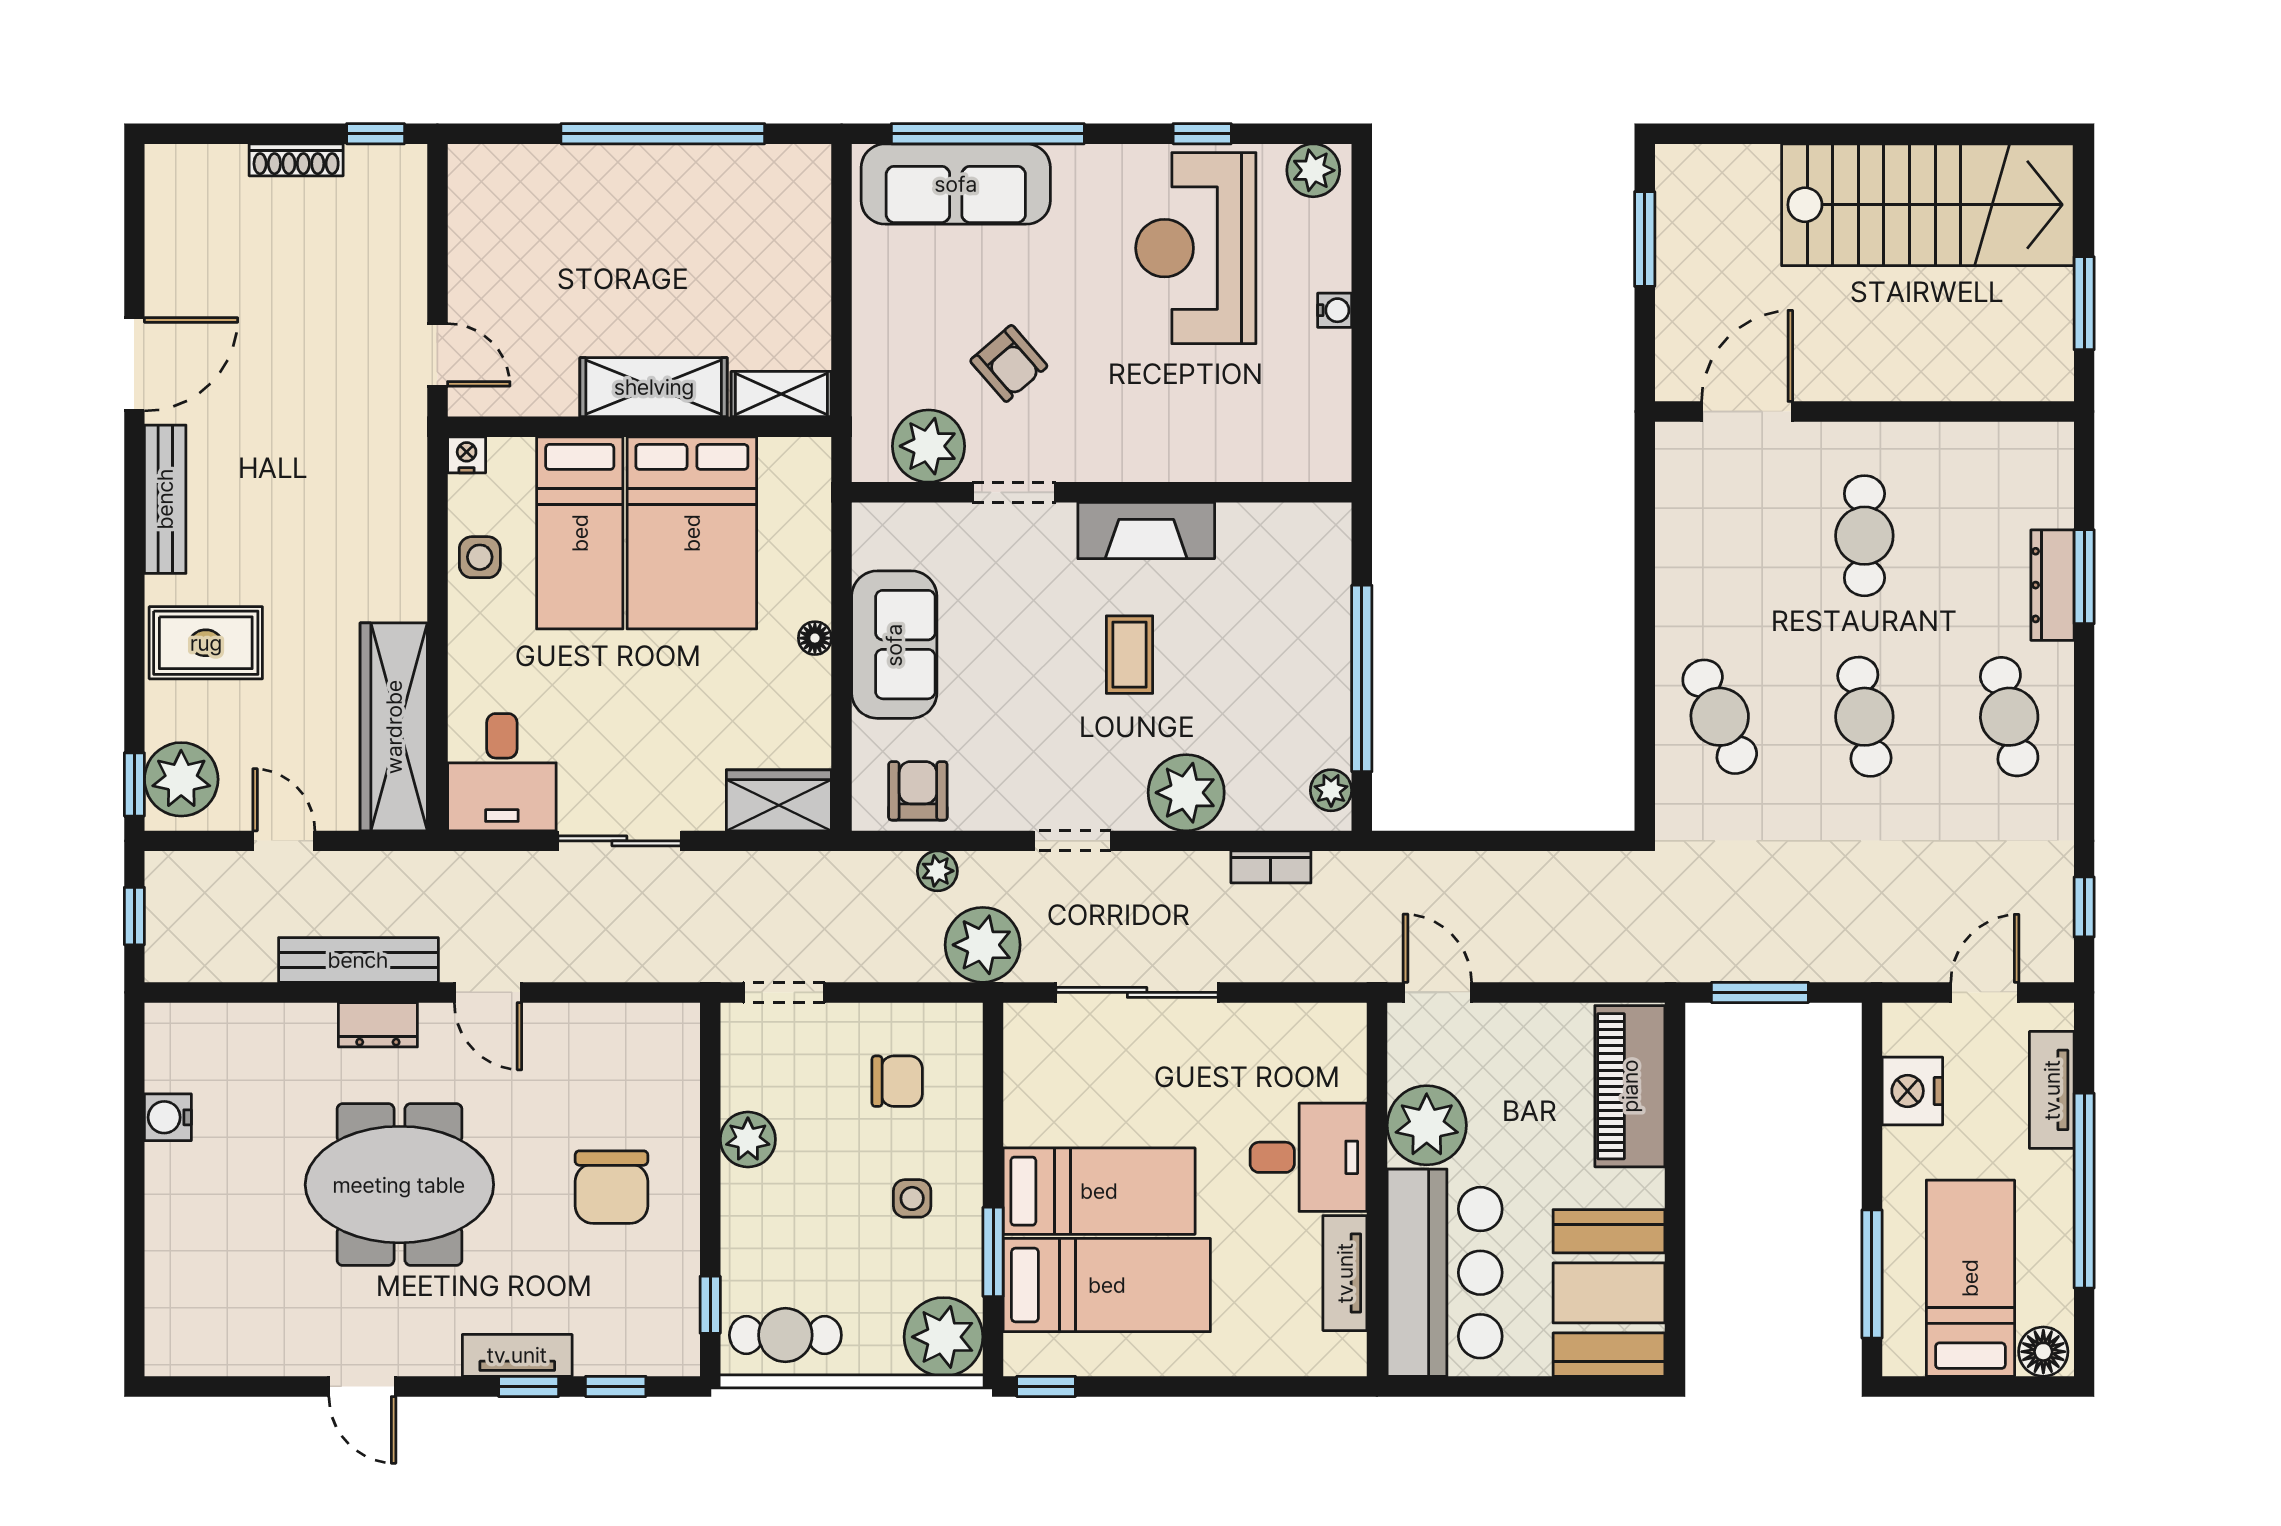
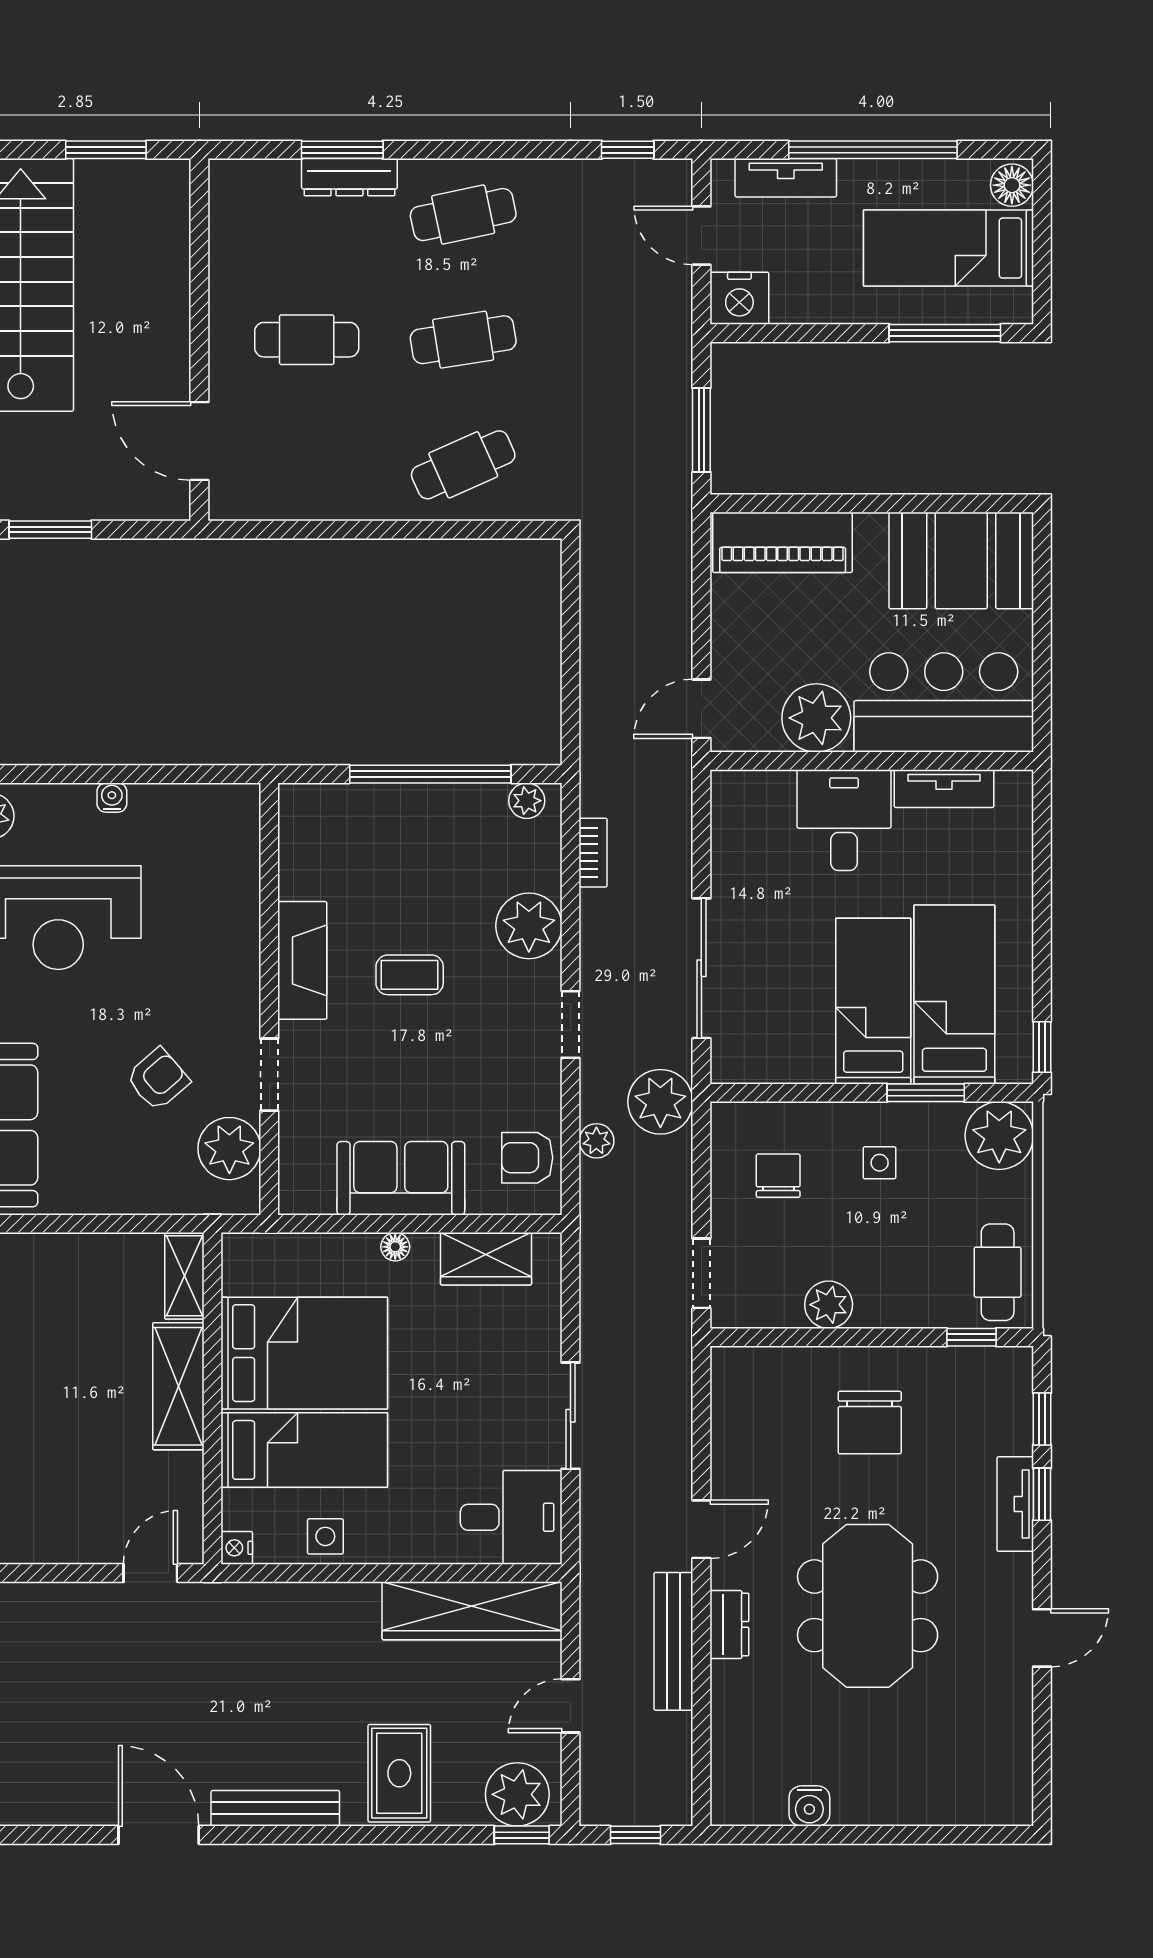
wardrobe: (779, 800) -> (486, 1259), moved, turned -90
nightstand: (1912, 1091) -> (739, 298), moved
chair: (611, 1187) -> (870, 1423), turned 90

